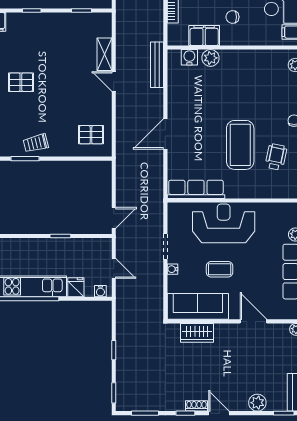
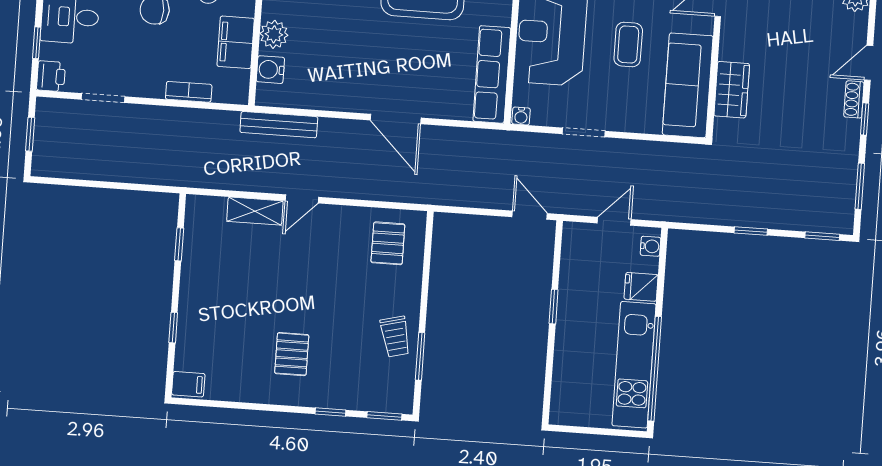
water cooler: (172, 269) -> (521, 116), moved

